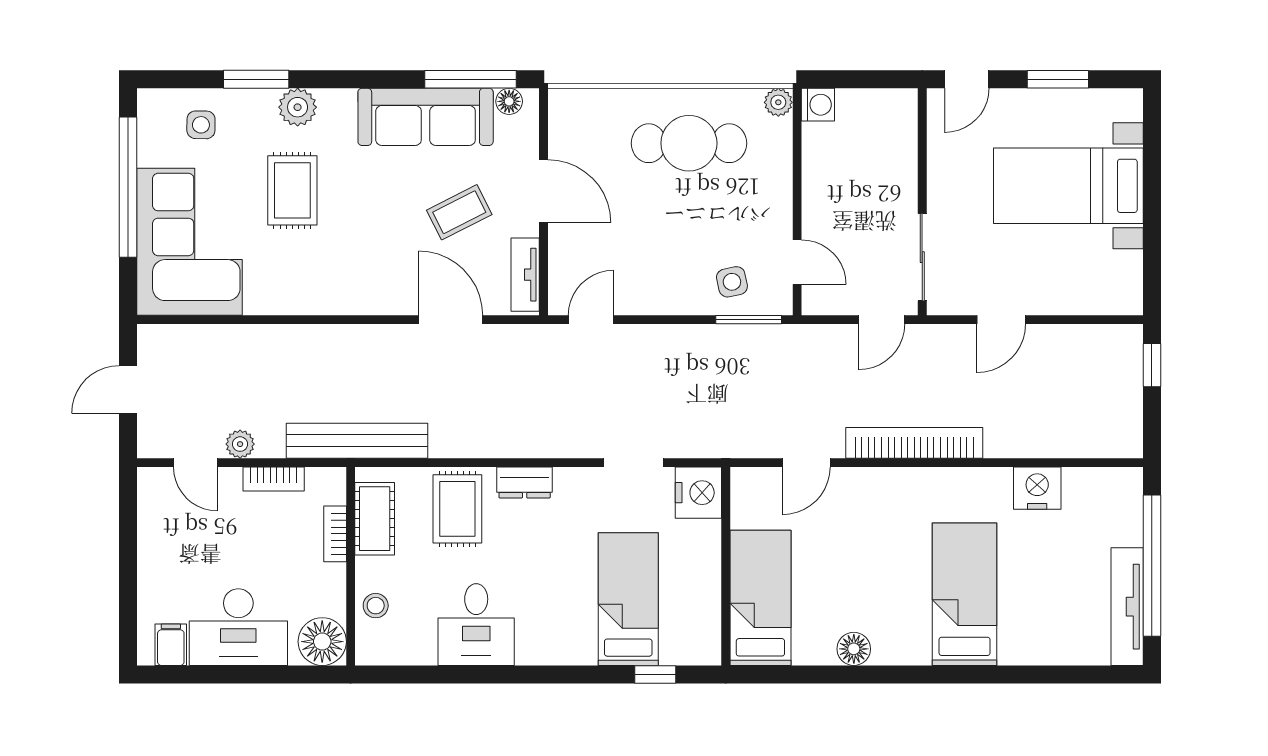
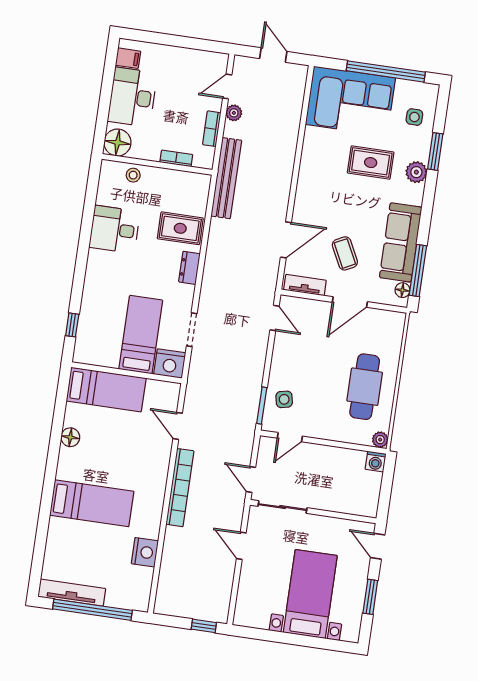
cot: (375, 519) -> (181, 182), removed
bed: (628, 599) -> (141, 335), moved, turned -90

